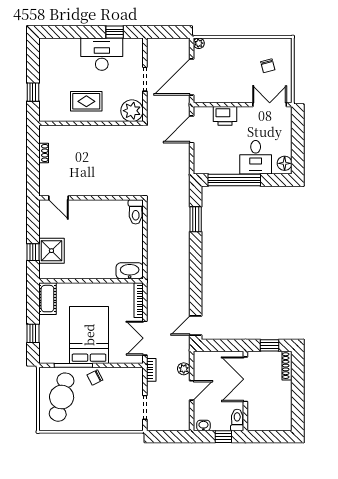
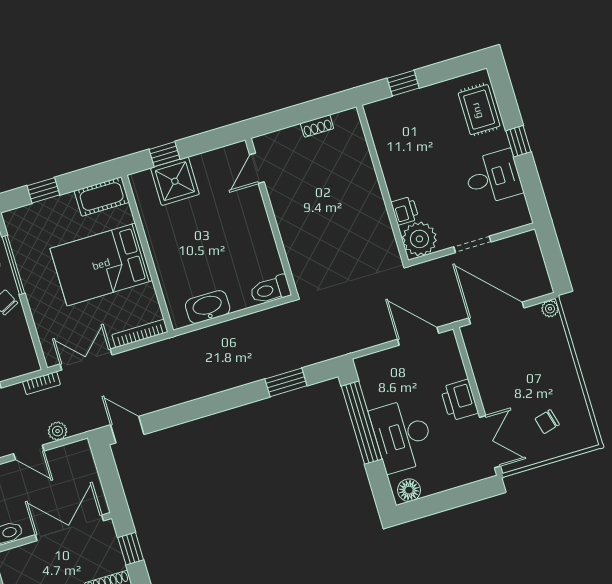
window: (115, 32) -> (518, 141), moved
desk: (102, 54) -> (493, 177), width x0.73
rug: (86, 101) -> (479, 110), moved
printer: (112, 115) -> (405, 211), added
printer: (225, 116) -> (459, 400), moved
desk: (256, 157) -> (402, 436), width x1.37
washbasin: (130, 271) -> (208, 307), moved, turned -90
bed: (89, 335) -> (101, 264), moved, turned 180

